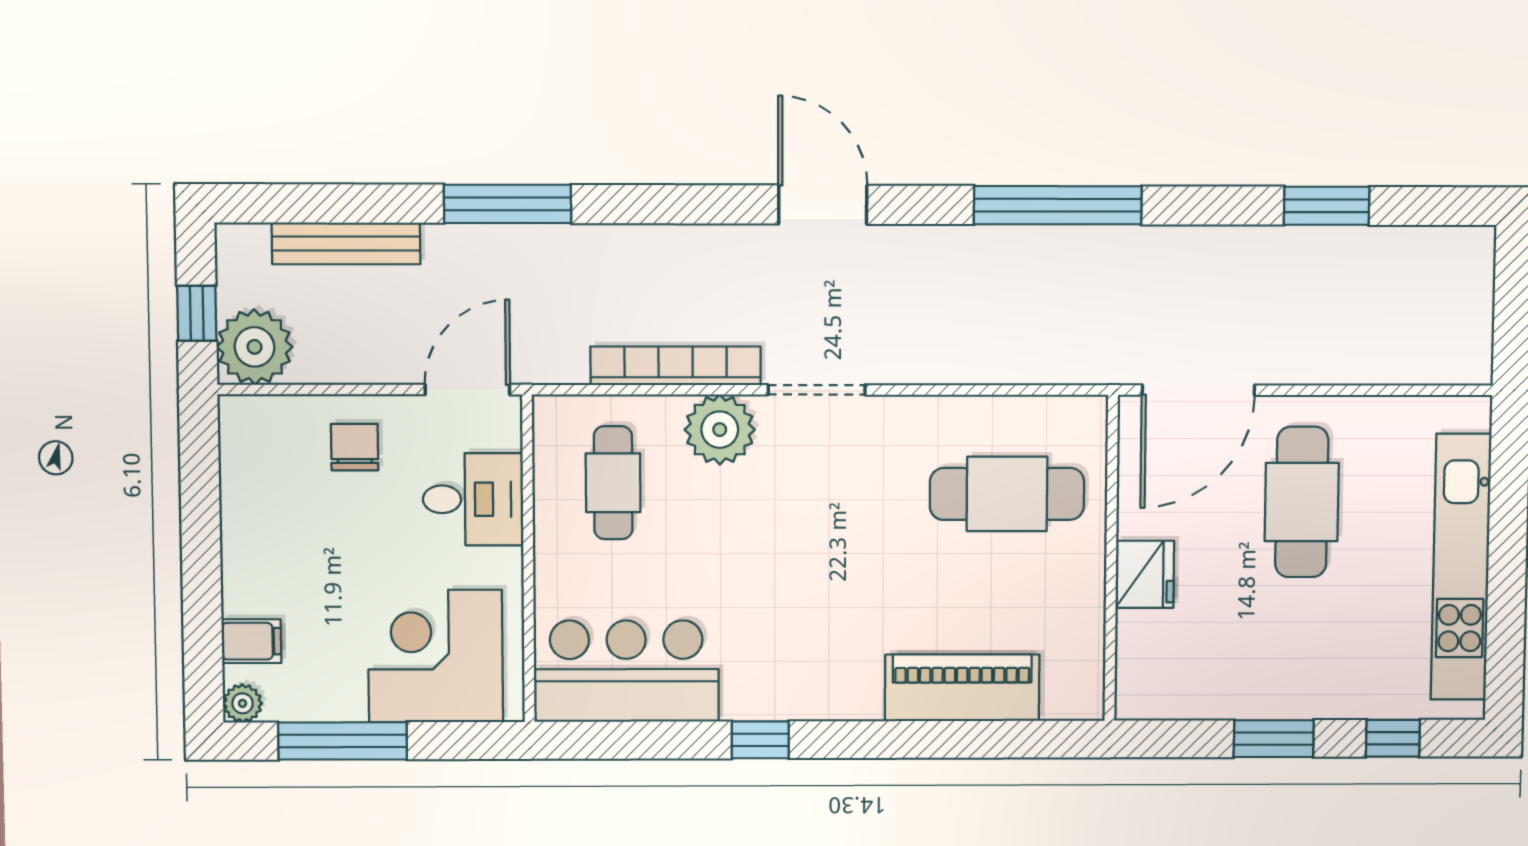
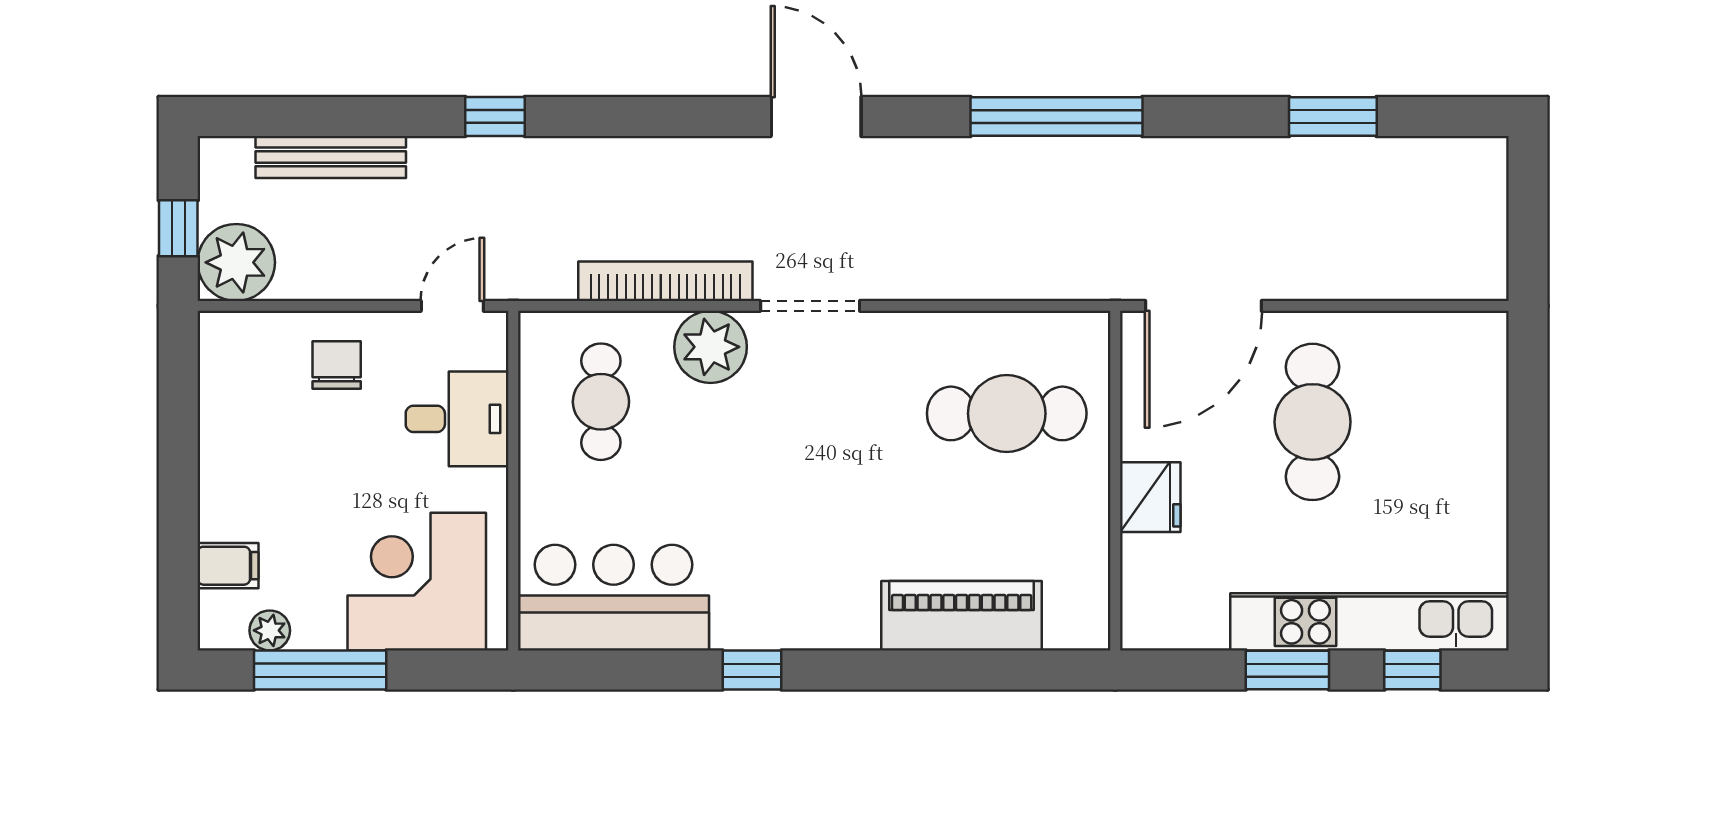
window: (508, 204) -> (495, 117), width x0.46
door: (467, 390) -> (452, 306), width x0.73
kitchen unit: (1461, 567) -> (1369, 622), moved, turned 90
plant: (243, 703) -> (270, 630), moved

